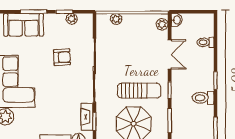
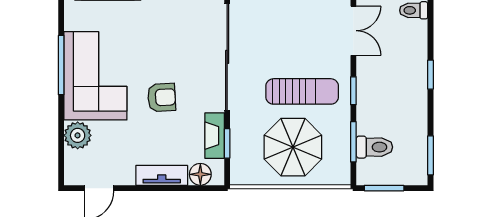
armchair: (62, 57) -> (162, 97), moved
toilet: (203, 98) -> (374, 147), moved, turned 180

